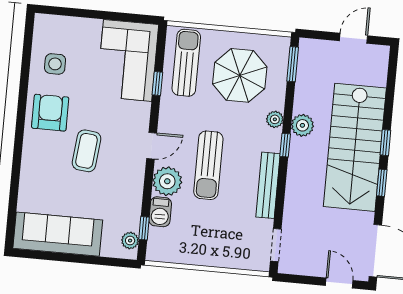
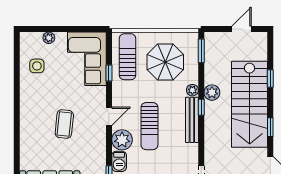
plant: (76, 25) -> (49, 38), added
armchair: (50, 113) -> (37, 100), removed
window: (385, 143) -> (270, 78), moved
bench: (268, 185) -> (192, 120), moved

